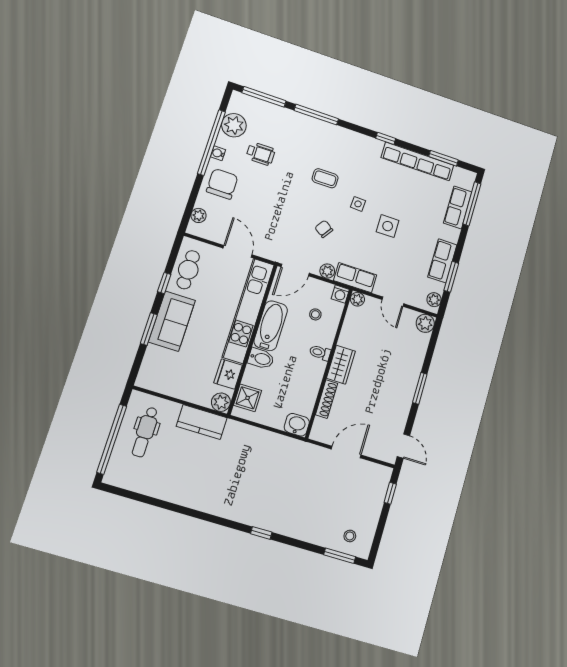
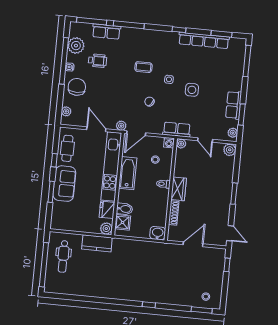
row of seats: (458, 207) -> (106, 32), moved, turned -90
plant: (327, 271) -> (121, 126), moved
bidet: (261, 359) -> (125, 209), moved

